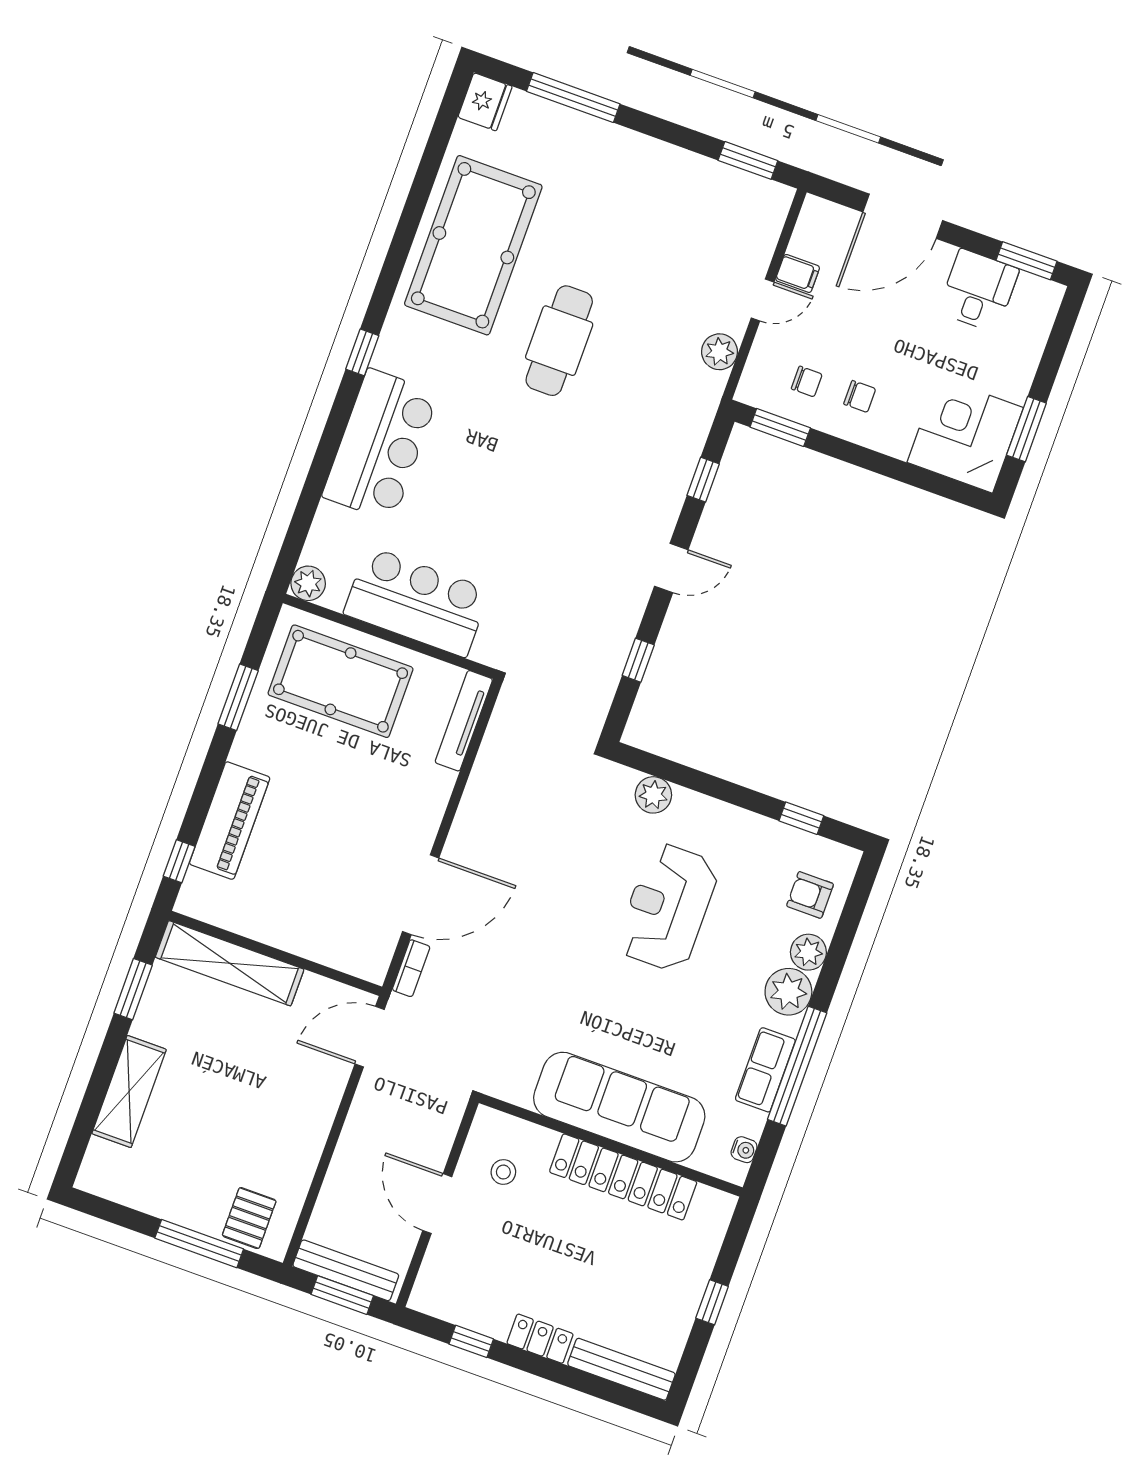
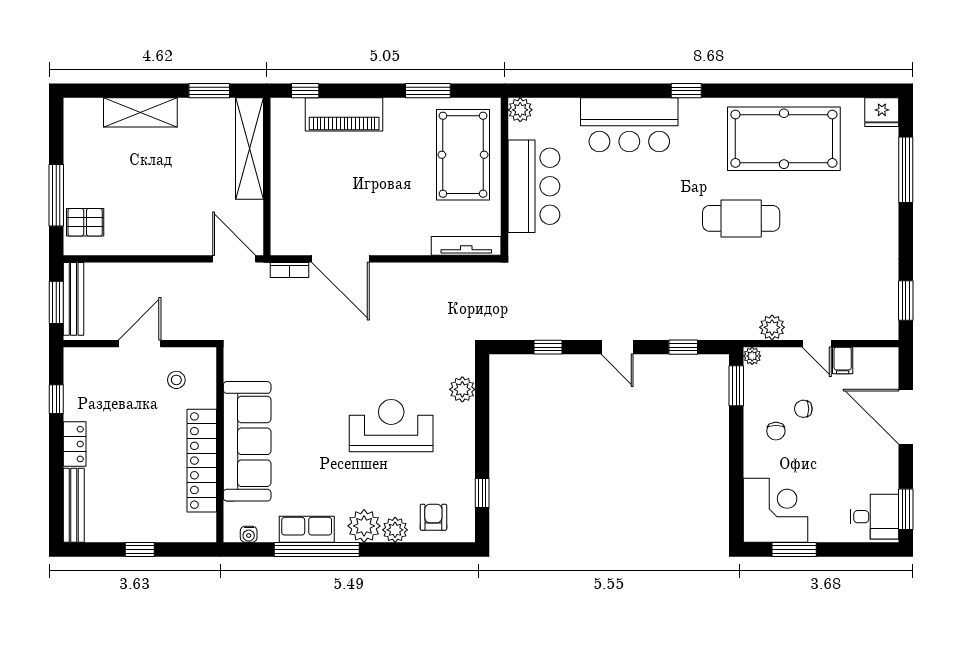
desk: (978, 291) -> (874, 517), moved
chair: (807, 381) -> (803, 409), moved, turned 90
plant: (748, 392) -> (752, 356), added

